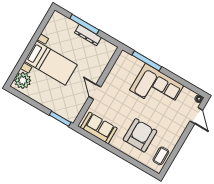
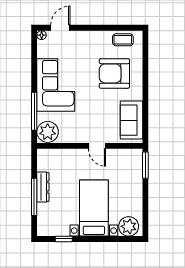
window: (41, 28) -> (64, 239), added
plant: (126, 62) -> (48, 132), added
door: (95, 92) -> (97, 146), hinge flipped

